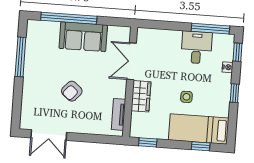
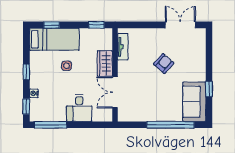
sofa: (83, 37) -> (194, 102), moved, turned -90
desk: (197, 47) -> (79, 108), moved
window: (20, 57) -> (209, 89), width x0.46
double door: (132, 61) -> (115, 92), swing flipped

